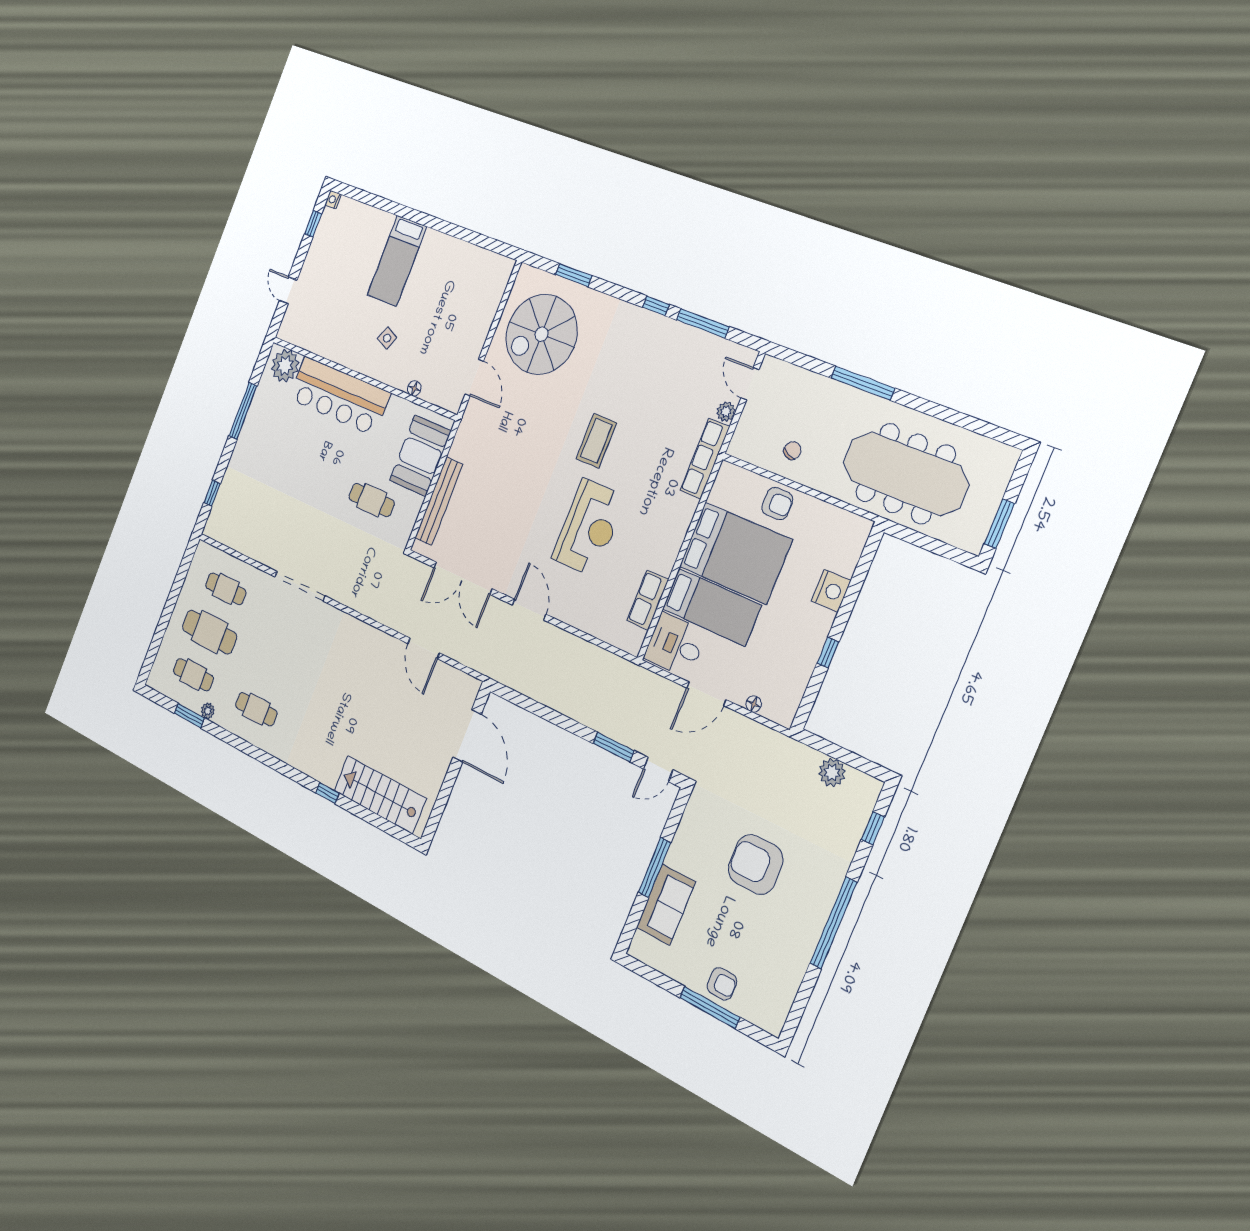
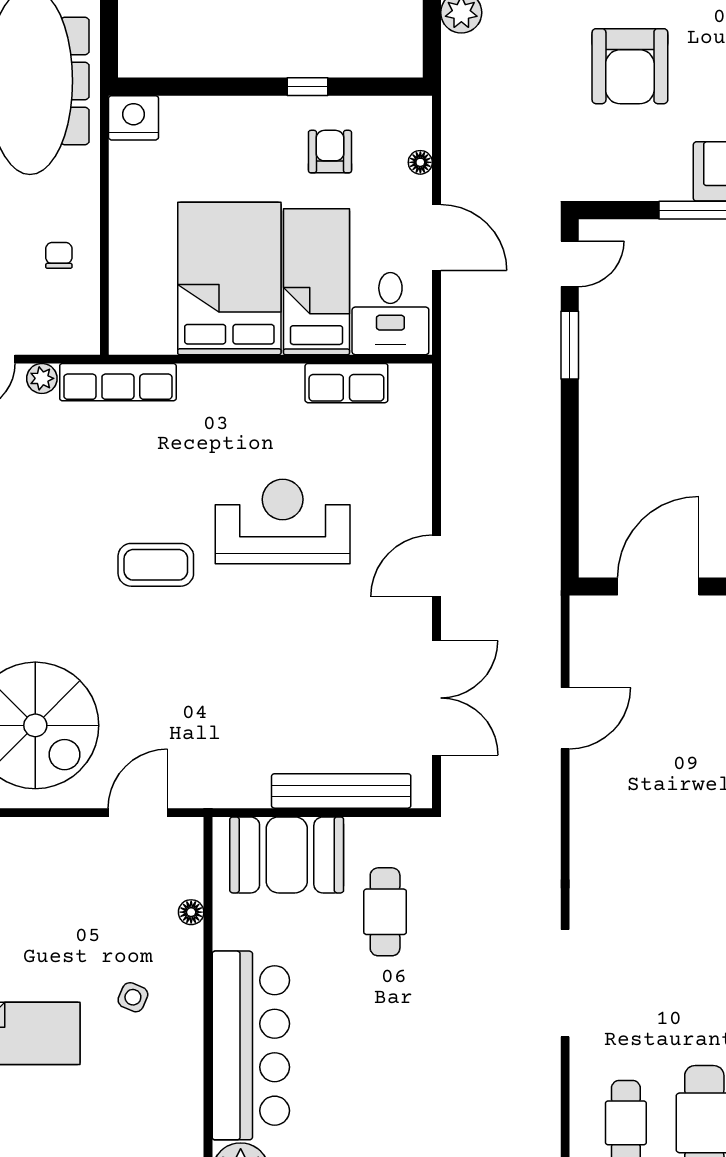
chair: (792, 451) -> (59, 255), turned 64
armchair: (777, 504) -> (330, 152), moved
nightstand: (831, 591) -> (134, 118), moved
door: (658, 769) -> (570, 264), hinge flipped

